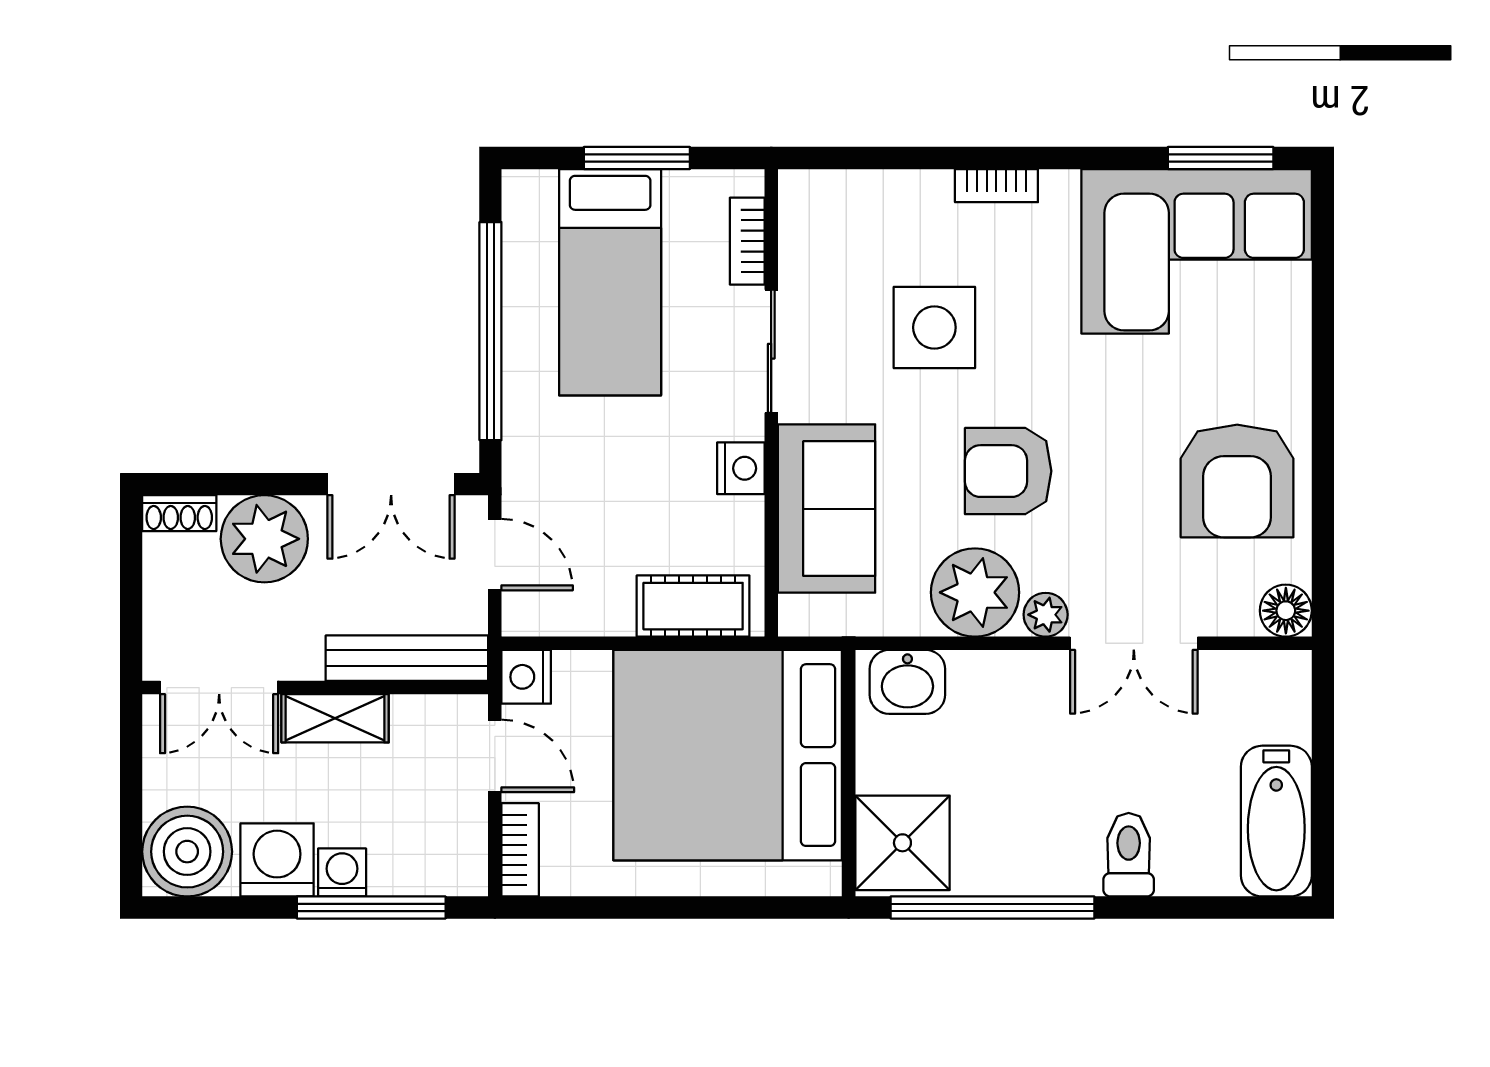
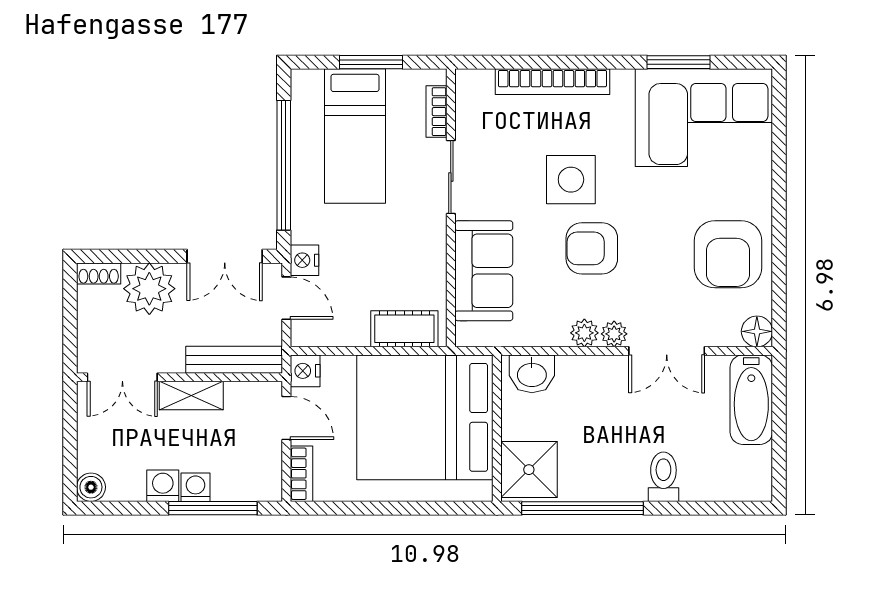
window: (1221, 158) -> (678, 62), moved
bookcase: (996, 186) -> (552, 82), width x2.31, depth x1.31
side table: (934, 327) -> (571, 180), moved
nightstand: (741, 468) -> (305, 260), moved, turned 180
plant: (975, 592) -> (584, 333), width x0.53, depth x0.53
bathtub: (1276, 821) -> (751, 400), moved
boiler: (187, 852) -> (91, 487), width x0.54, depth x0.54
washing machine: (277, 860) -> (163, 486), width x0.73, depth x0.73

